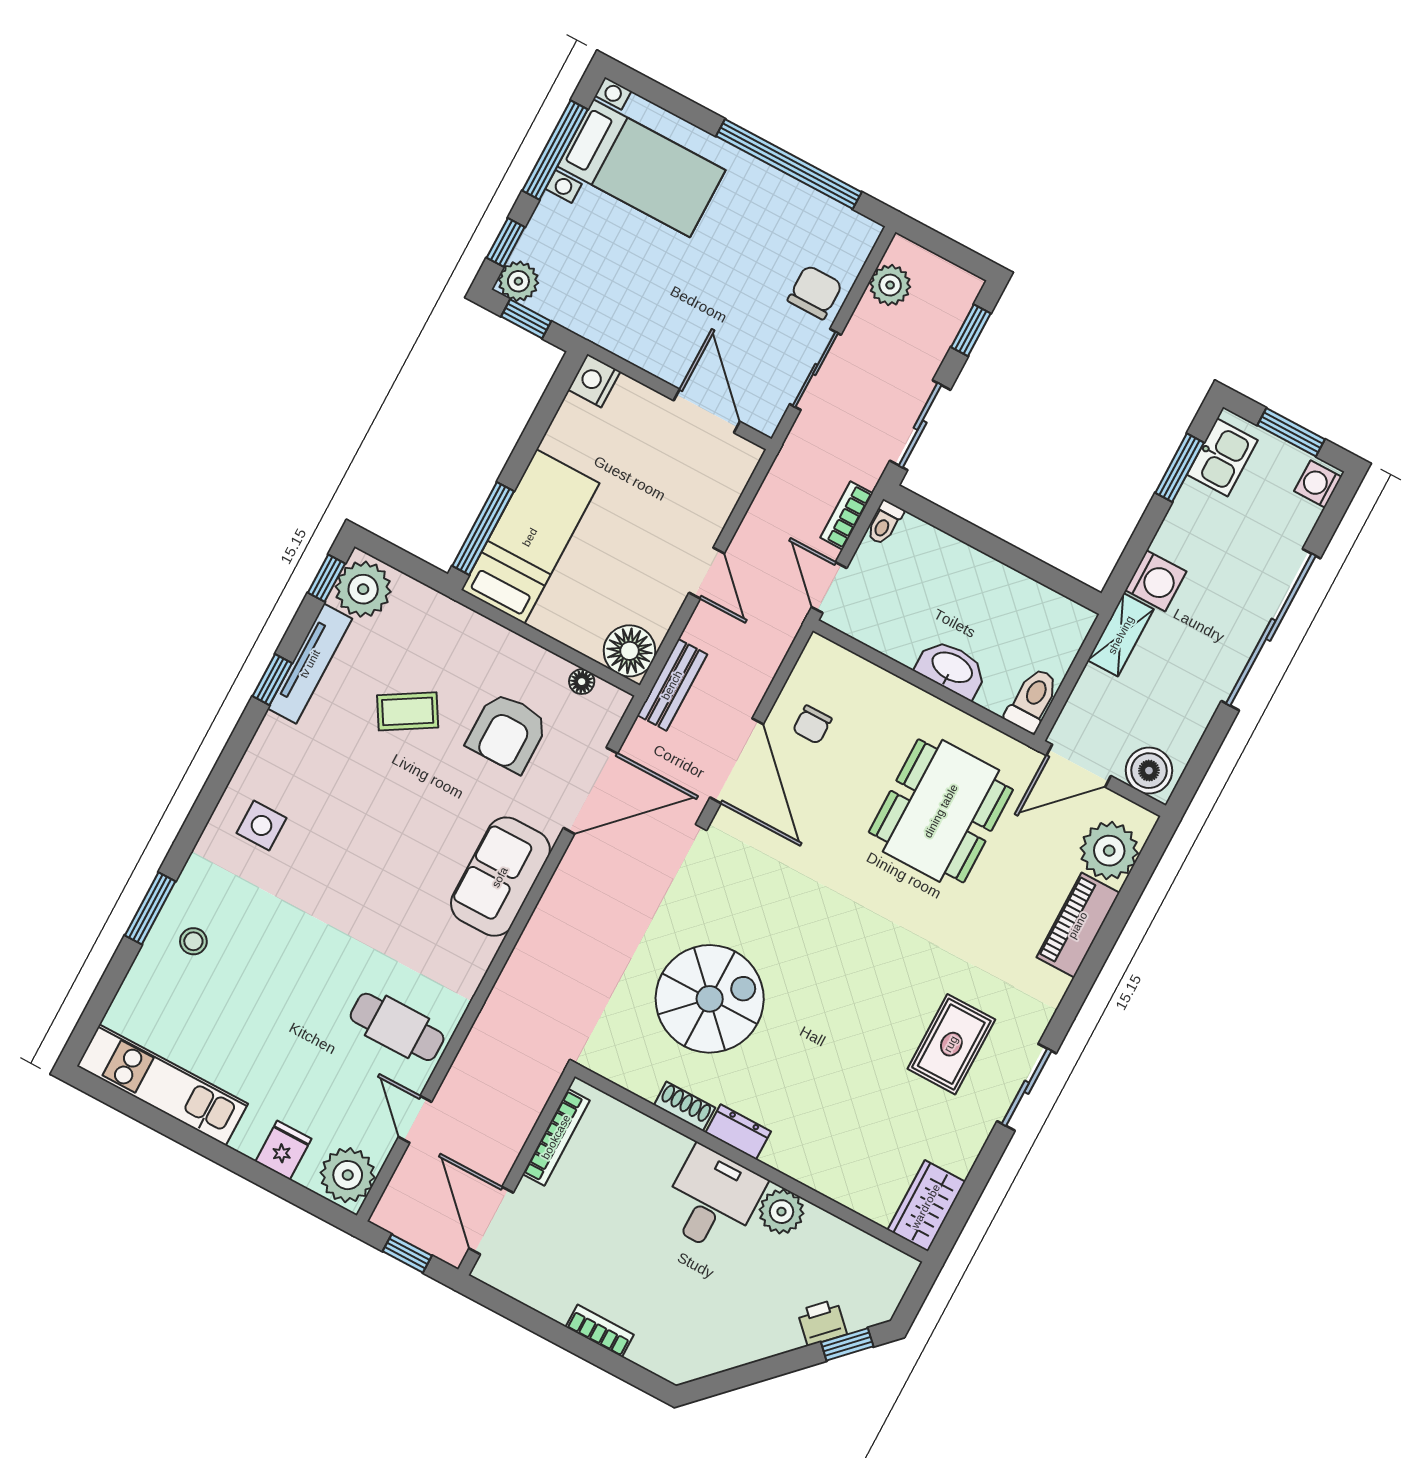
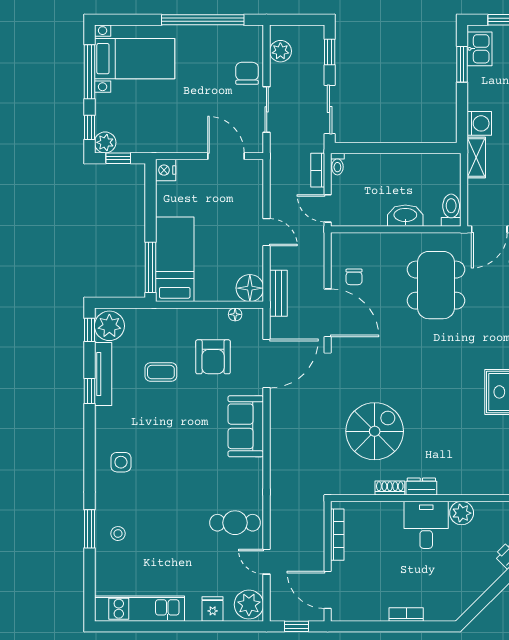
coffee table: (408, 711) -> (161, 372), turned 31

